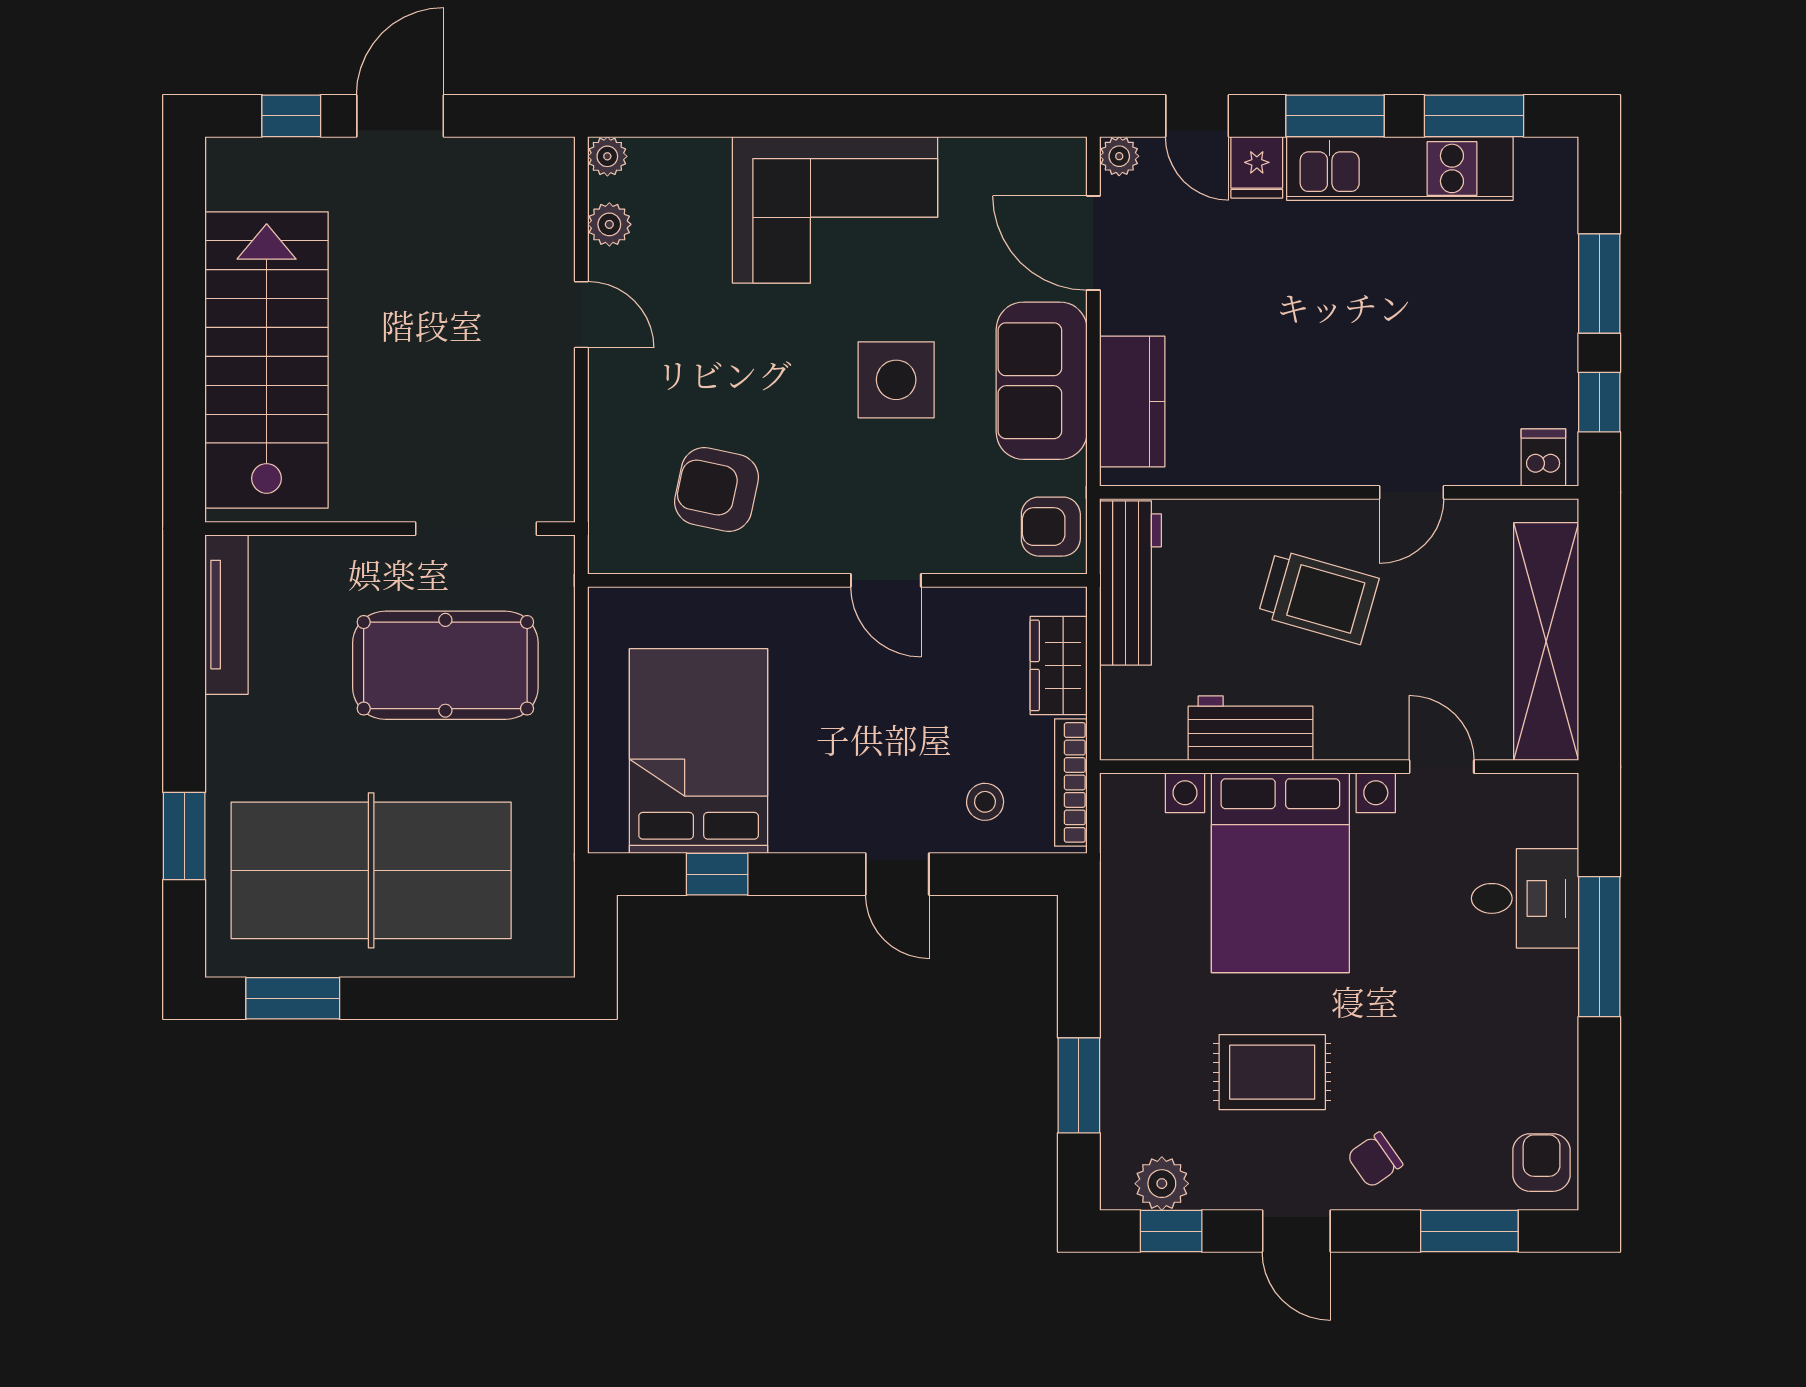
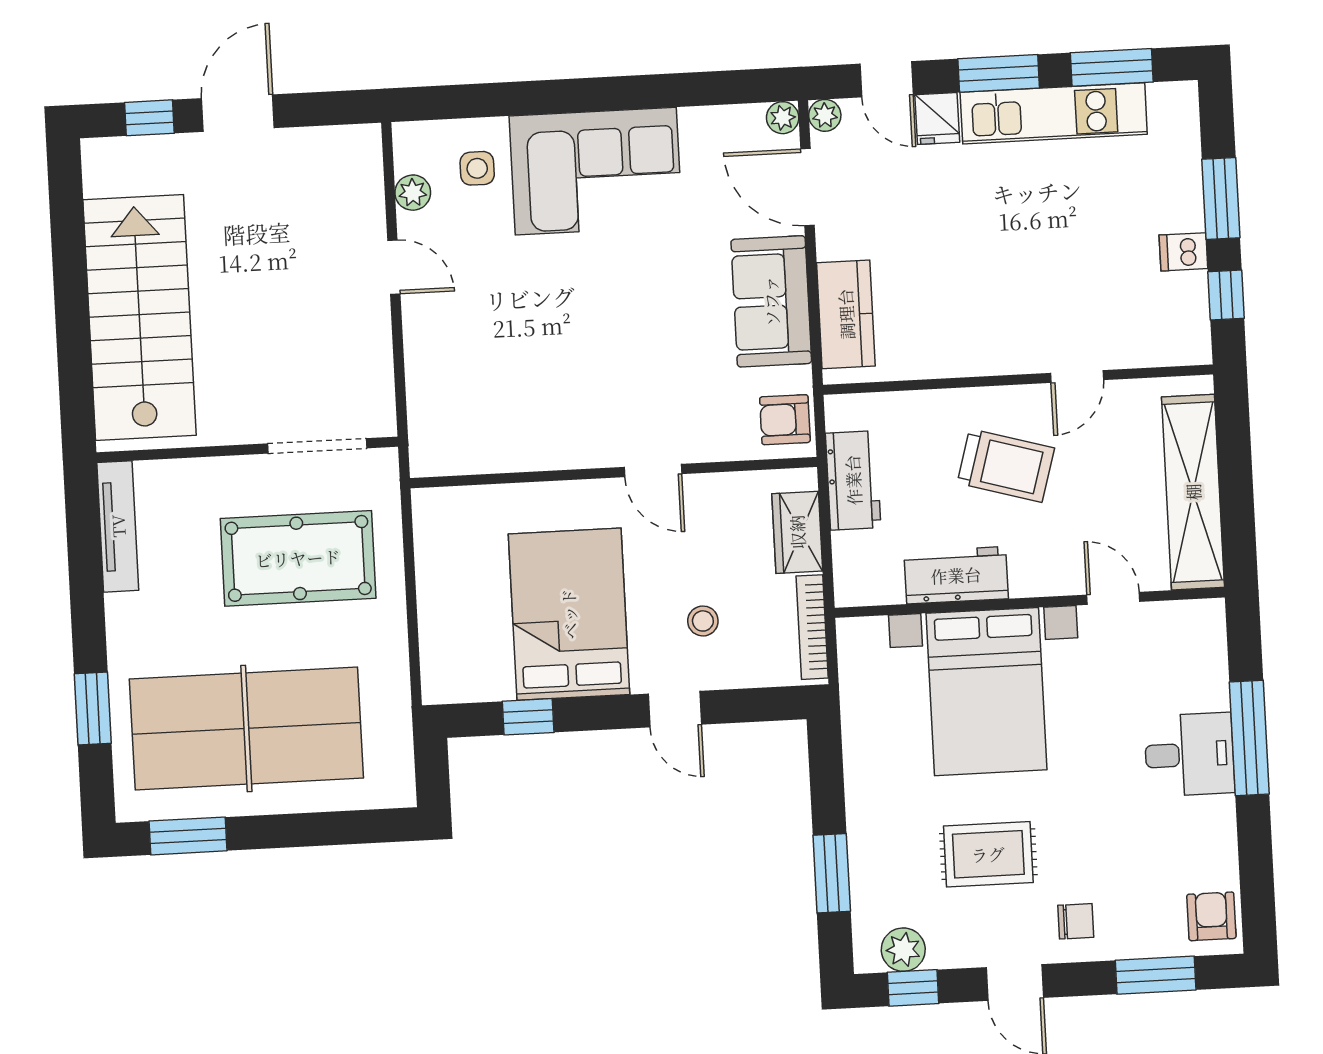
plant: (607, 156) -> (783, 118), moved
side table: (896, 380) -> (477, 168), moved, width x0.54, depth x0.54
dishwasher: (1543, 458) -> (1183, 252), moved, turned -90
armchair: (716, 489) -> (511, 404), removed
workbench: (1130, 583) -> (853, 480), width x0.73
bed: (699, 751) -> (569, 614), moved
stool: (985, 802) -> (703, 621), moved
desk: (1525, 898) -> (1189, 755), moved
chair: (1375, 1160) -> (1076, 921), turned -145

